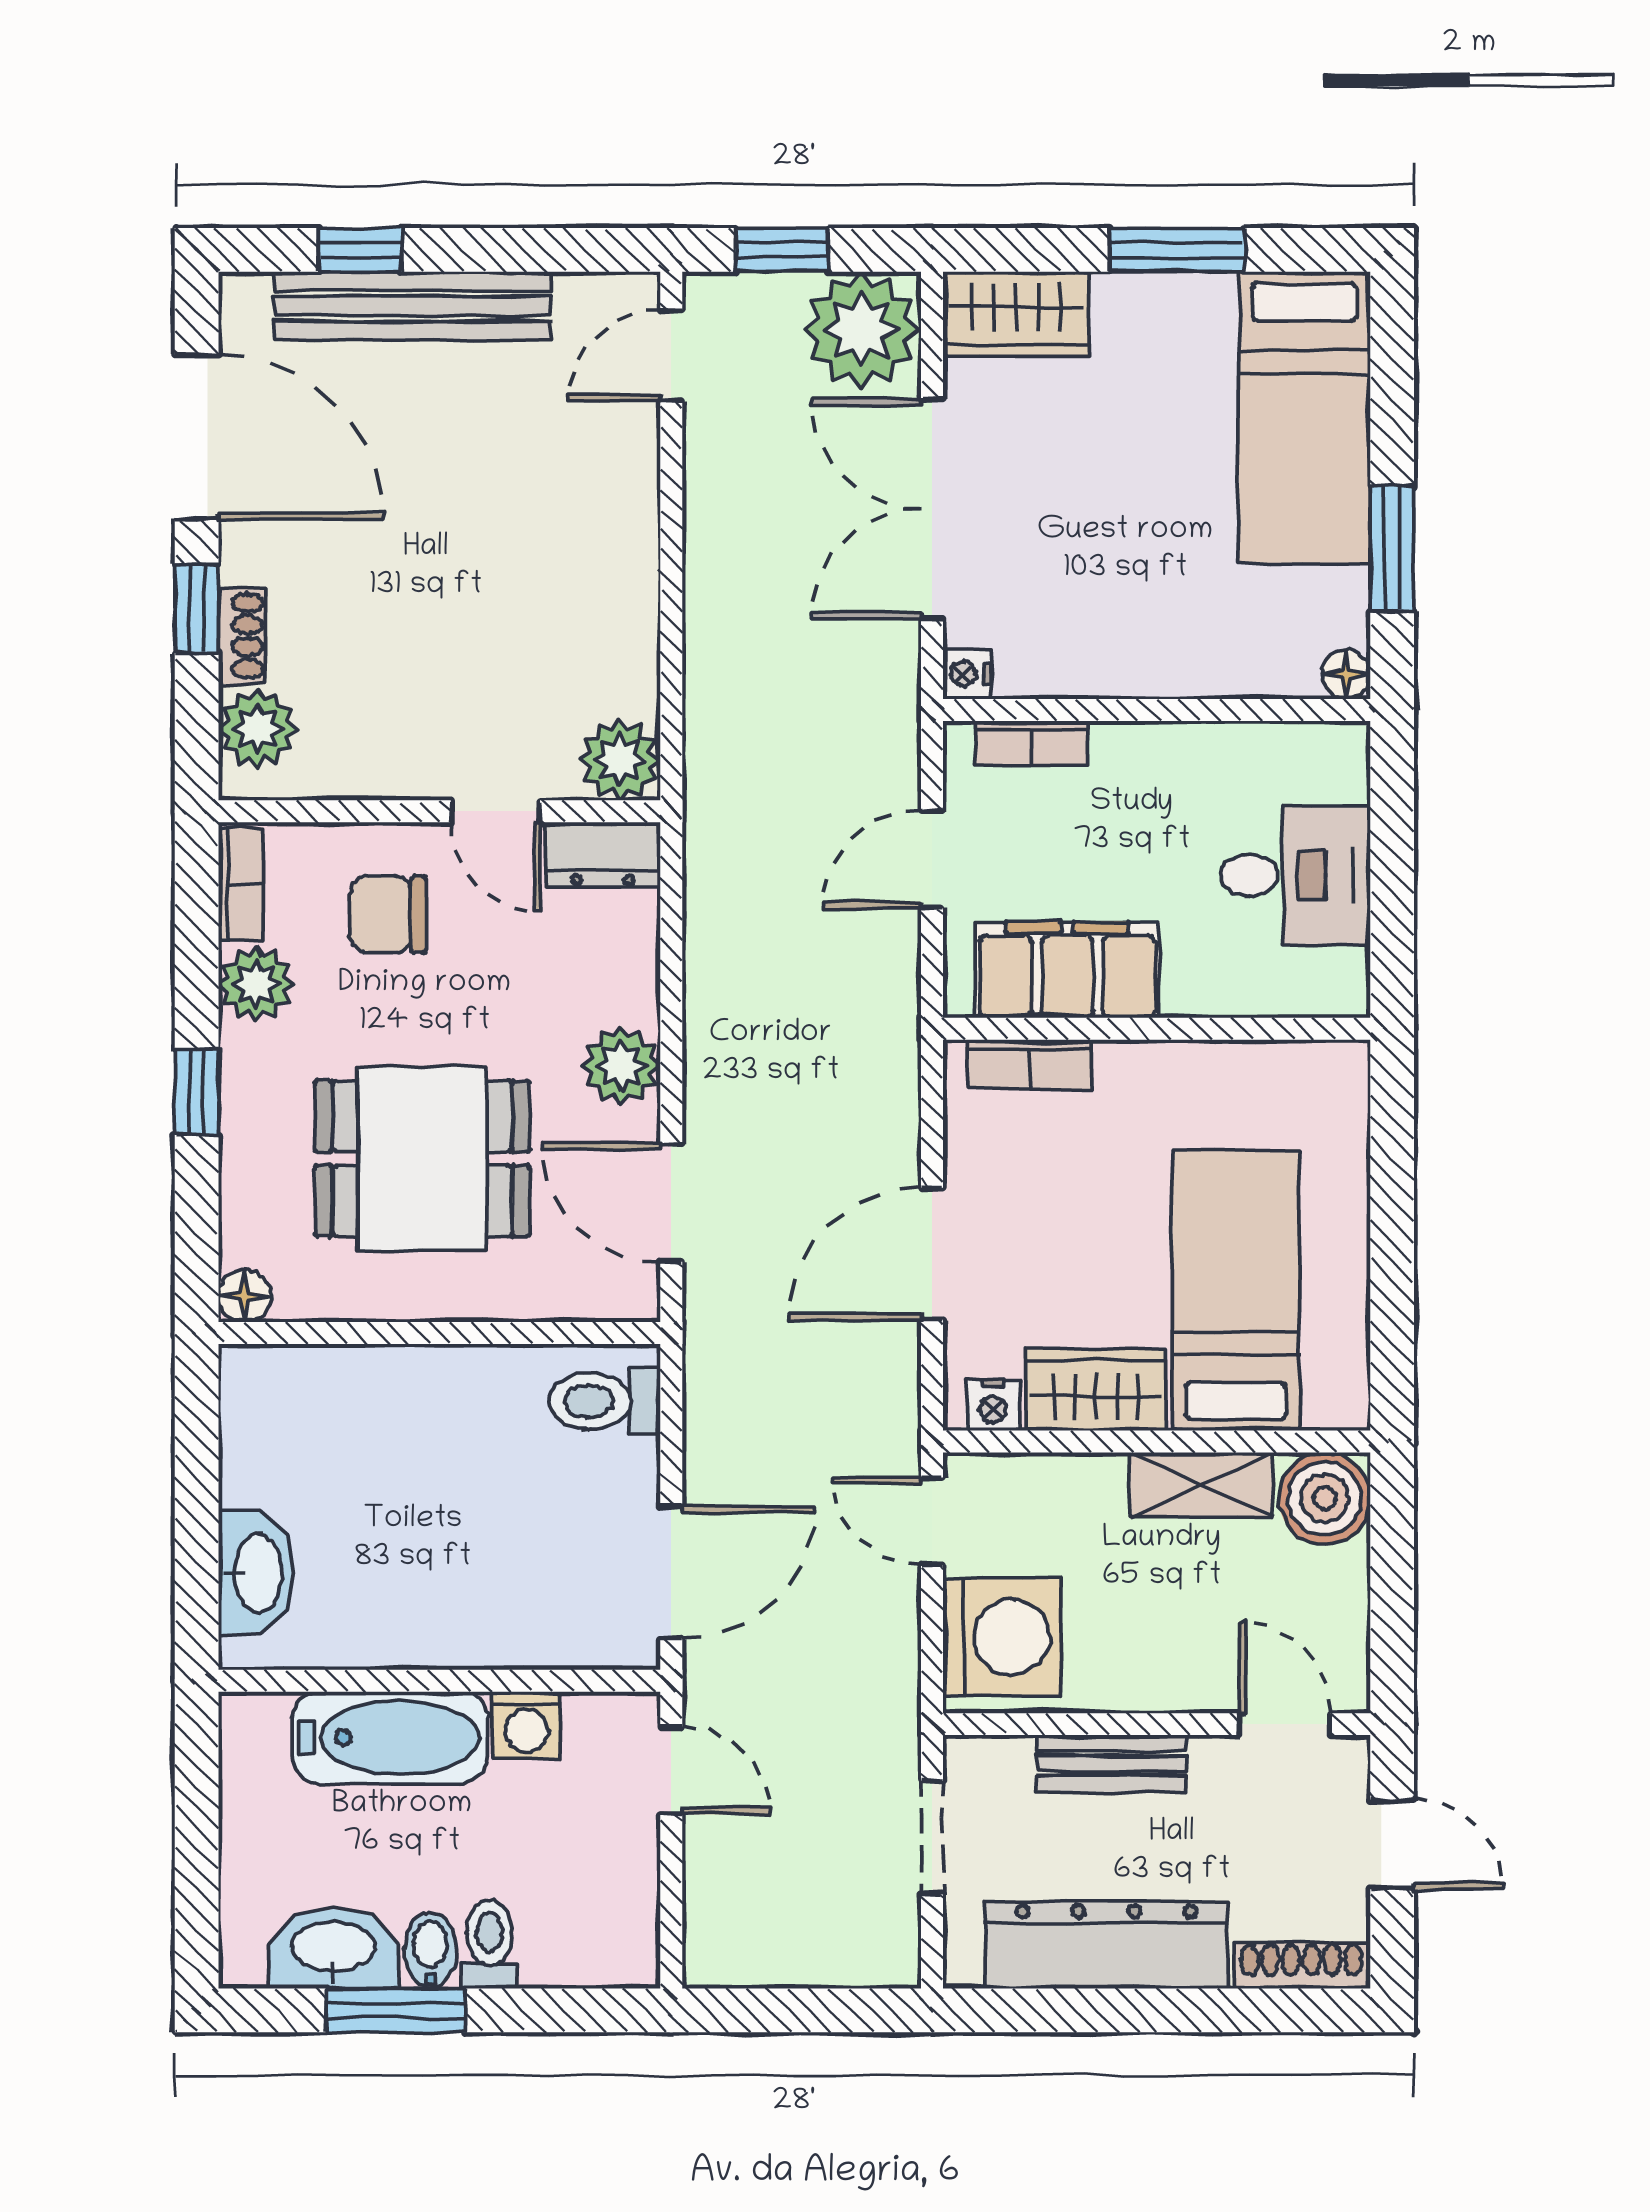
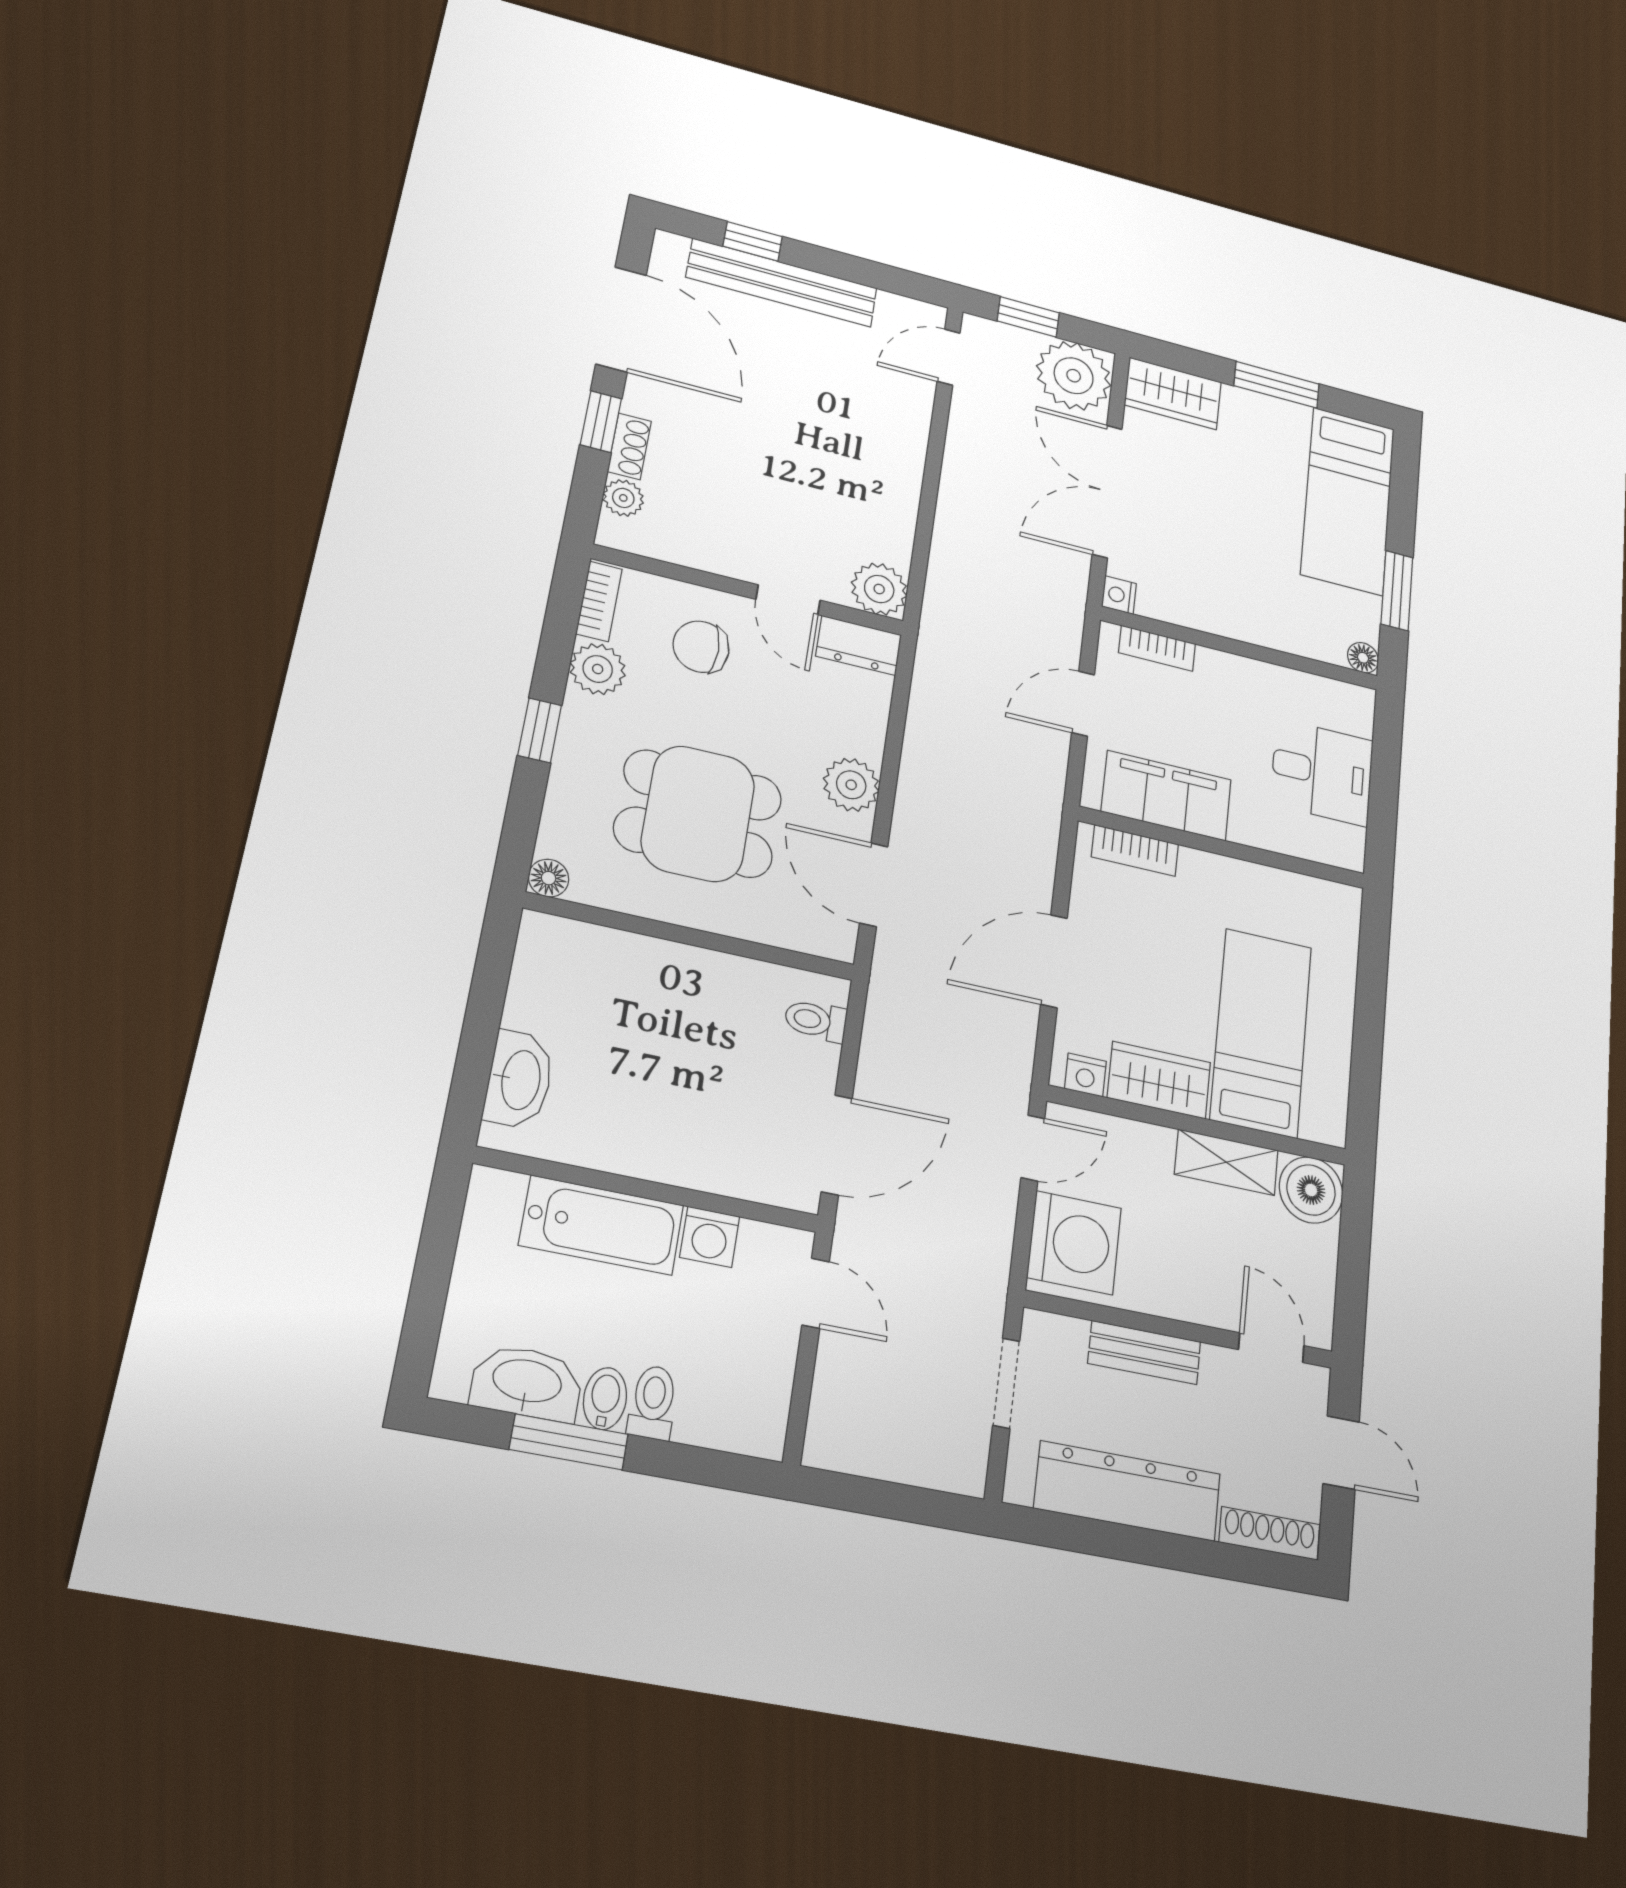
plant: (258, 729) -> (623, 498), width x0.73, depth x0.73
toilet: (605, 1401) -> (816, 1020), width x0.73, depth x0.72
door: (932, 1521) -> (1033, 1148), swing flipped

